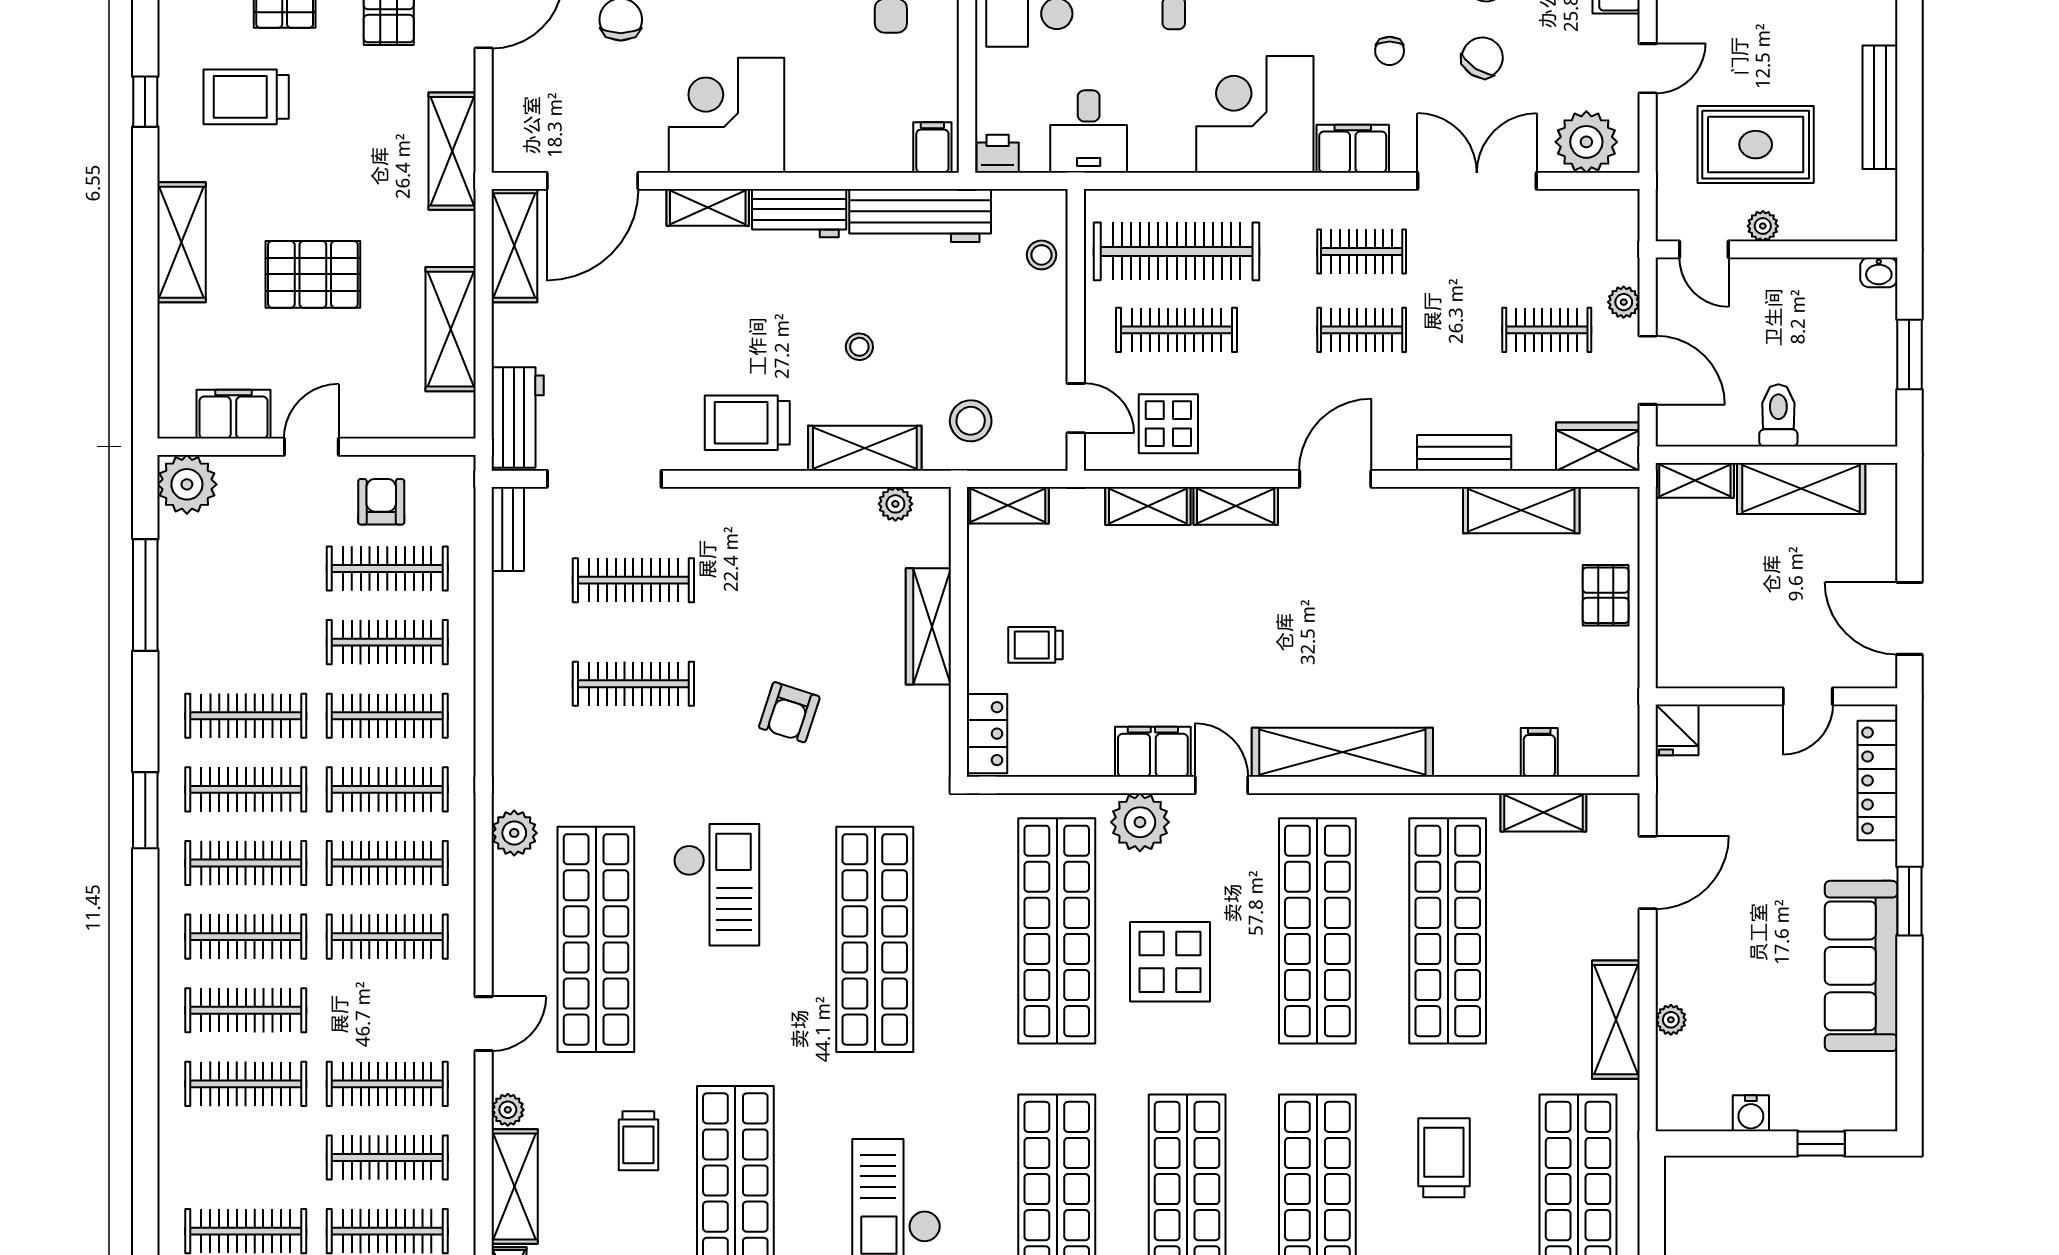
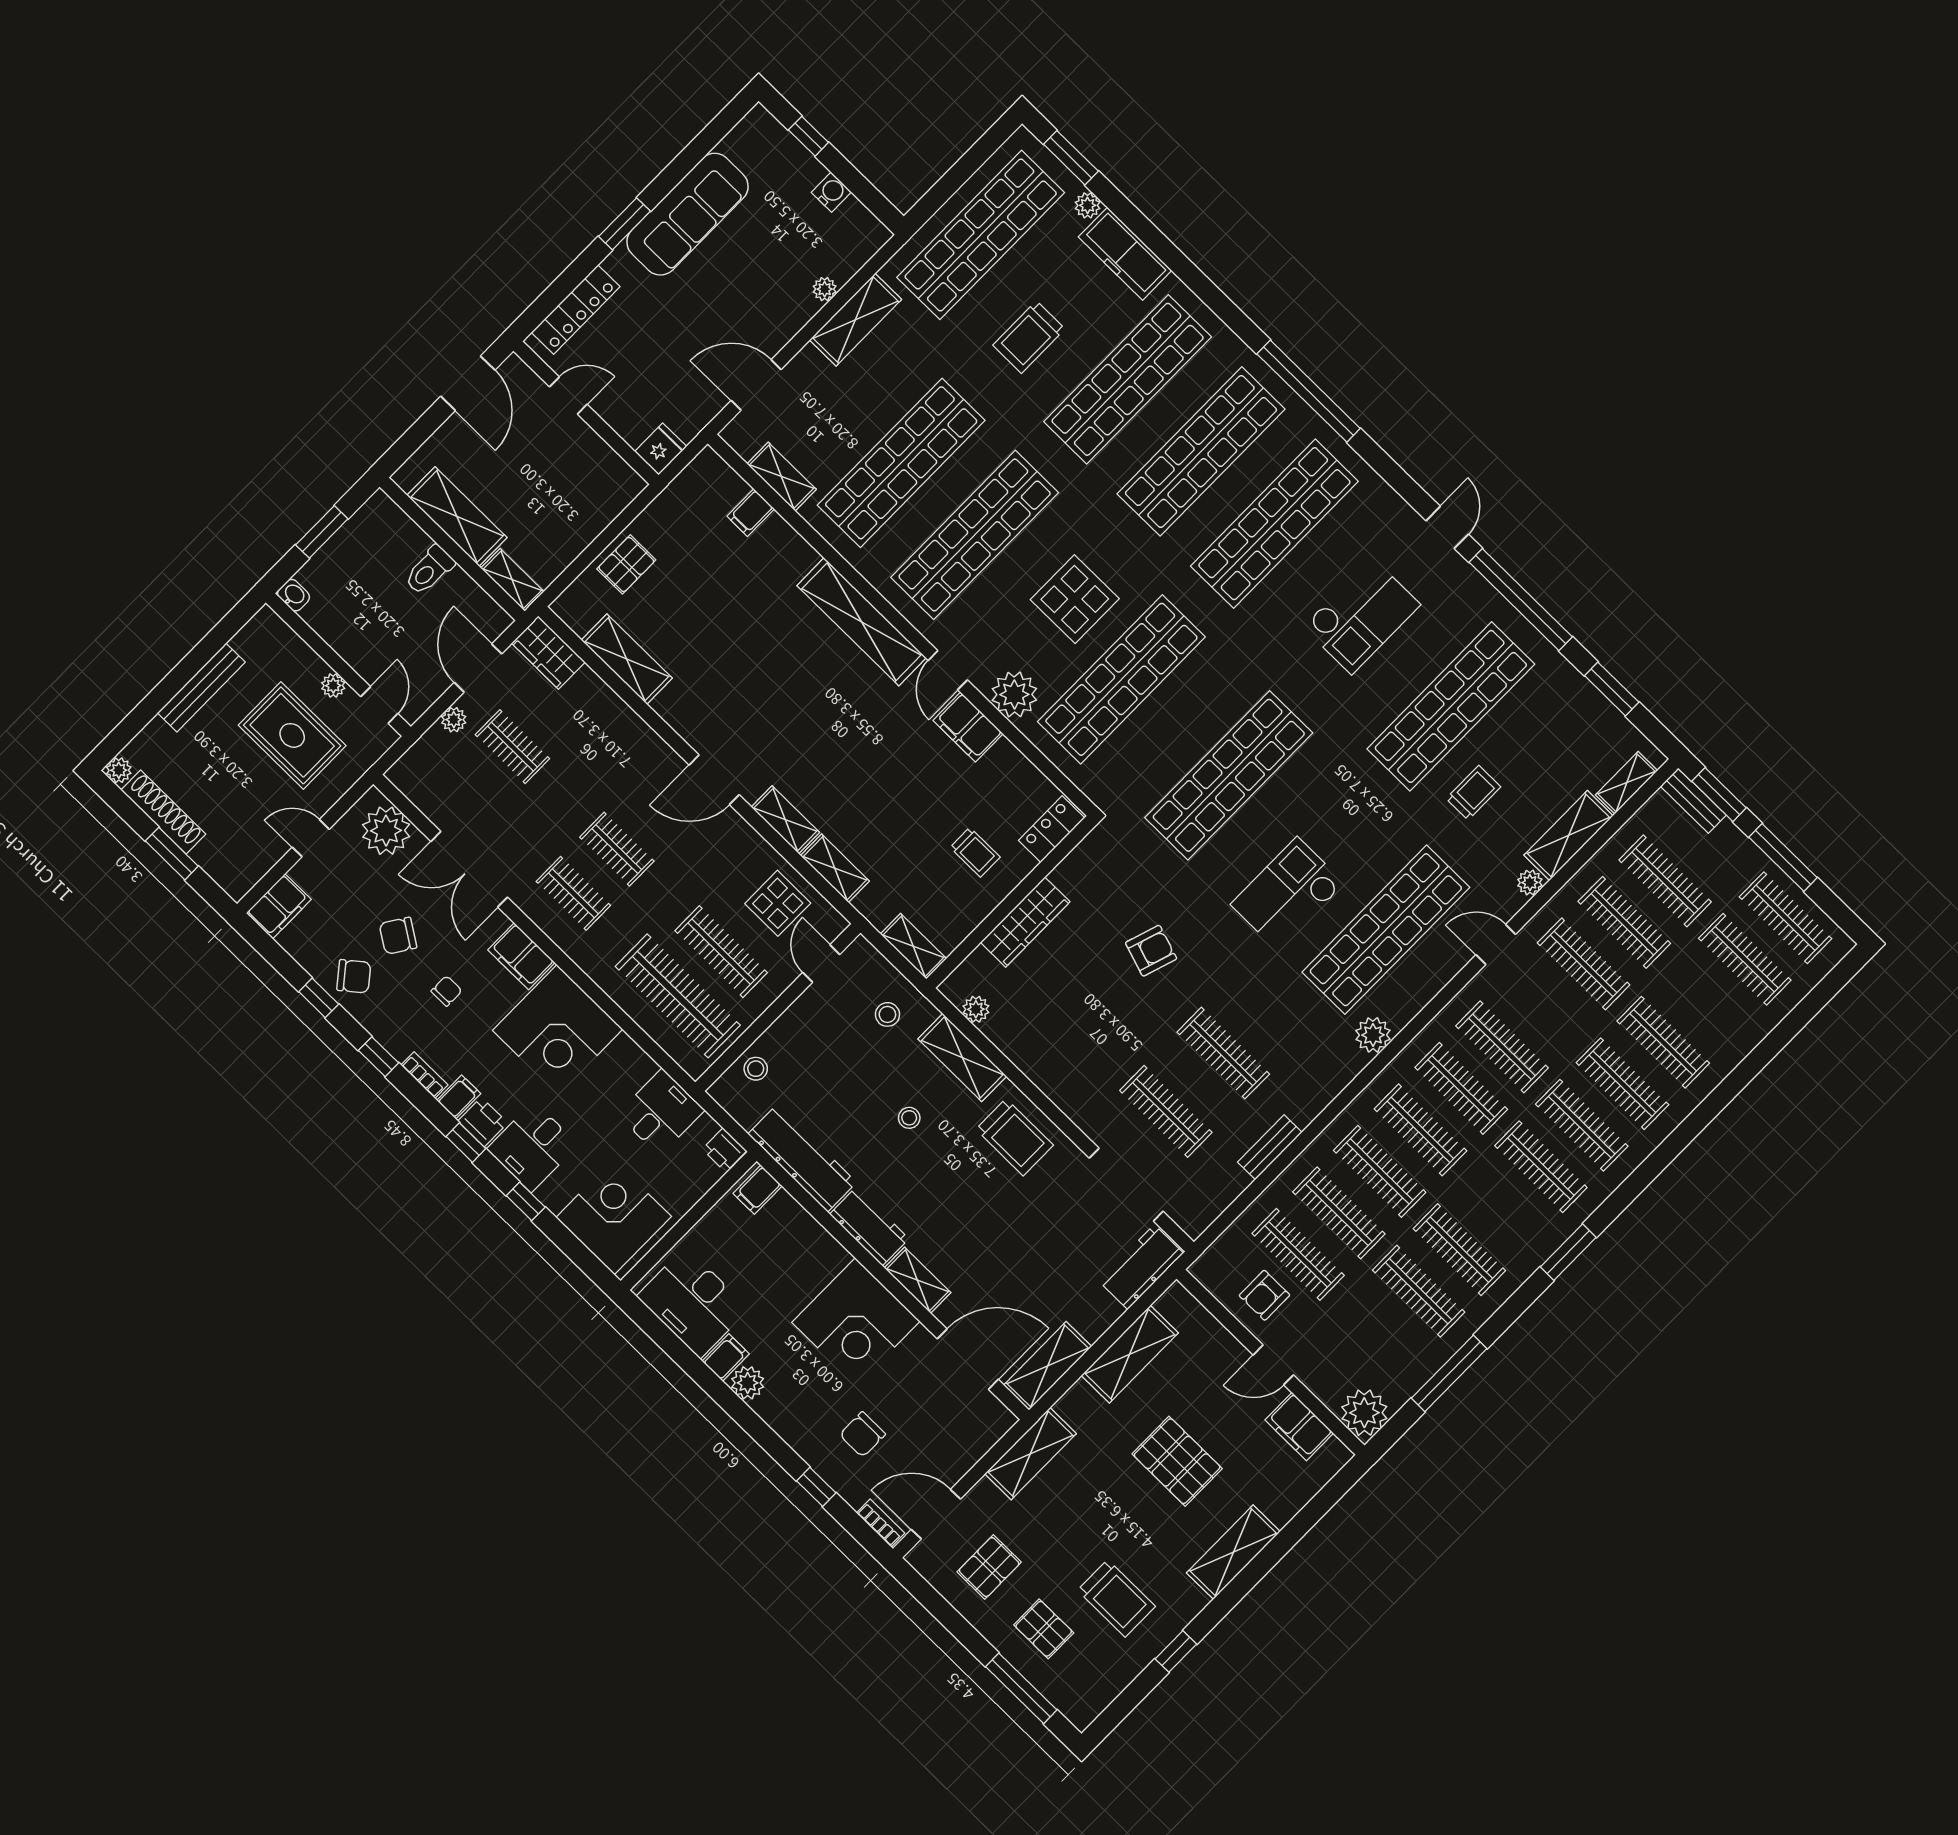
stool: (971, 421) -> (887, 1014), width x0.73, depth x0.73
bench: (1464, 453) -> (627, 723), removed
bench: (508, 529) -> (1270, 1147), moved
clothes rail: (246, 789) -> (1419, 1291), moved

